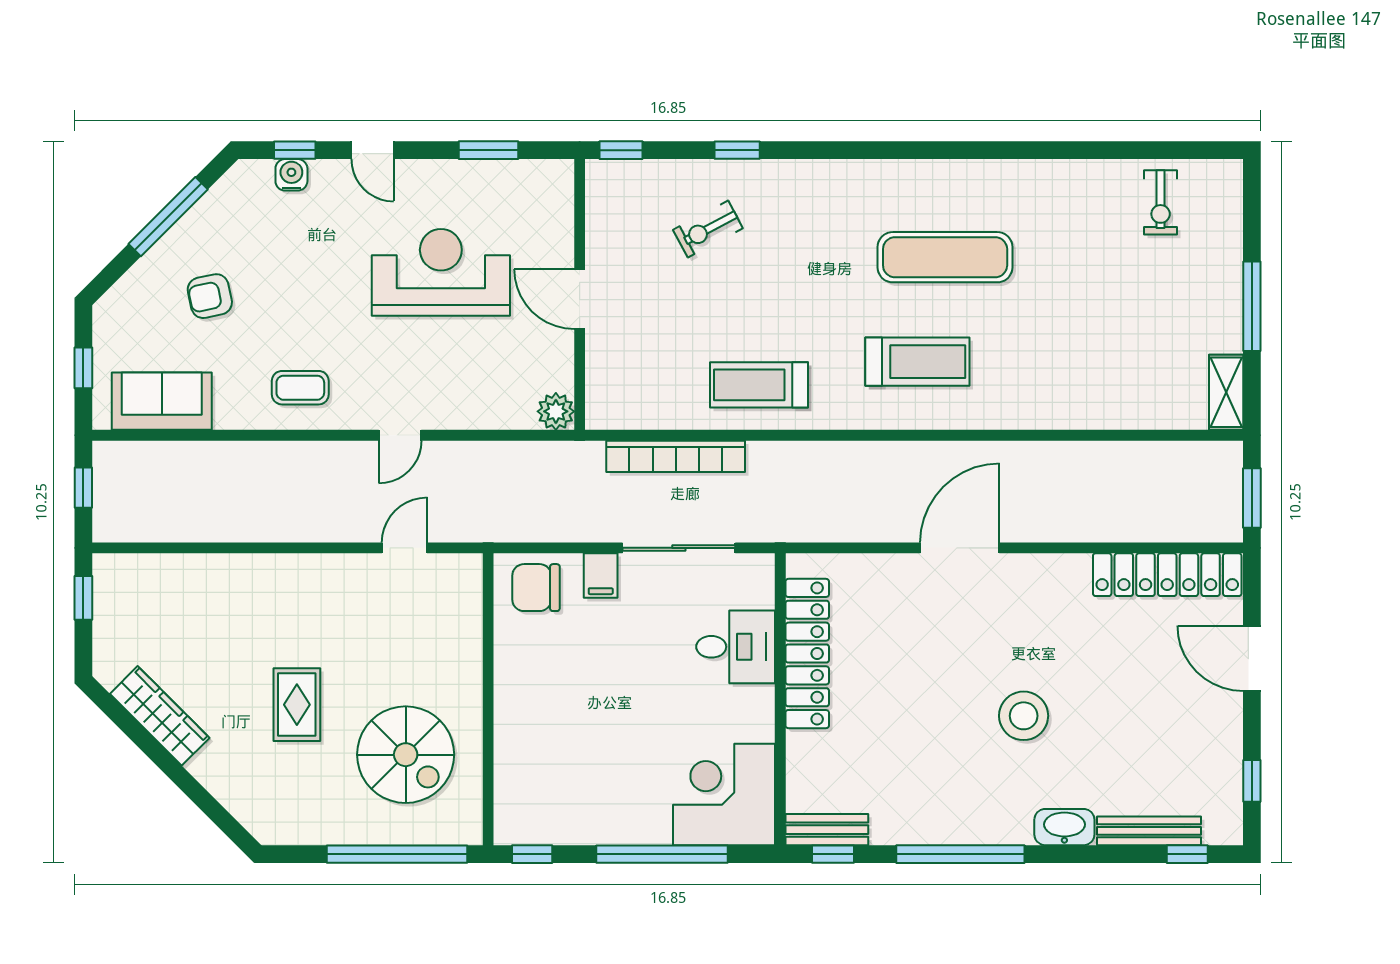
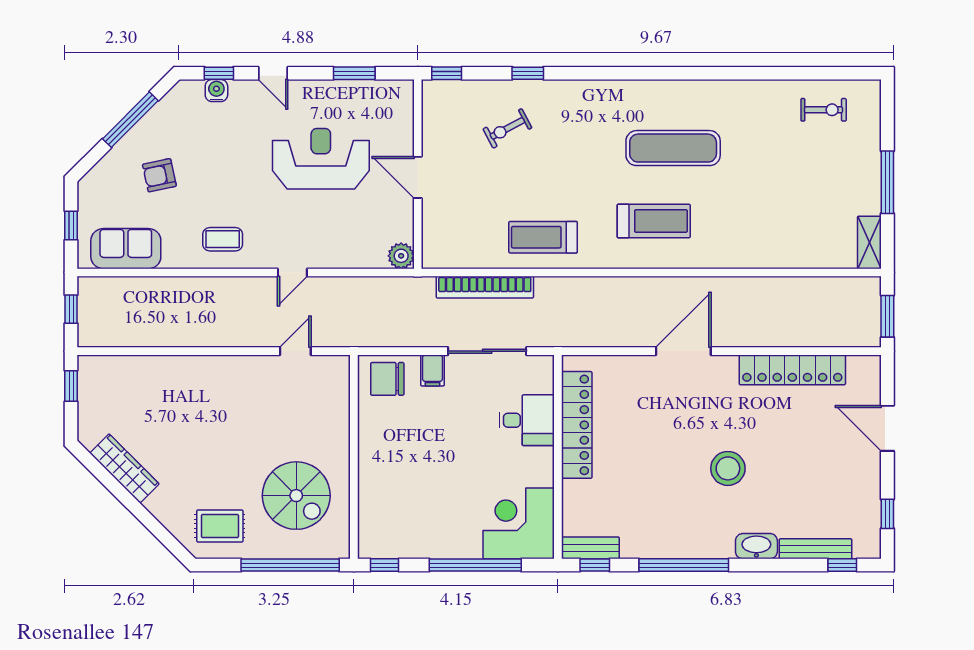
exercise bike: (1161, 202) -> (824, 110), turned -90
locker: (1167, 575) -> (792, 370), moved
rug: (297, 705) -> (220, 526), moved, turned 90

